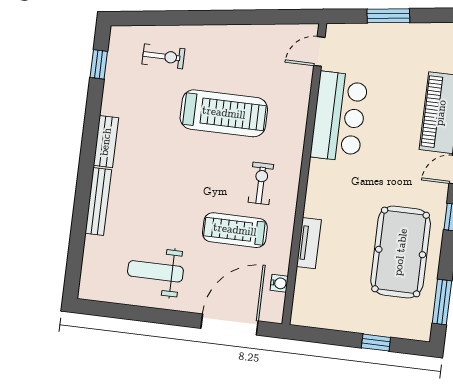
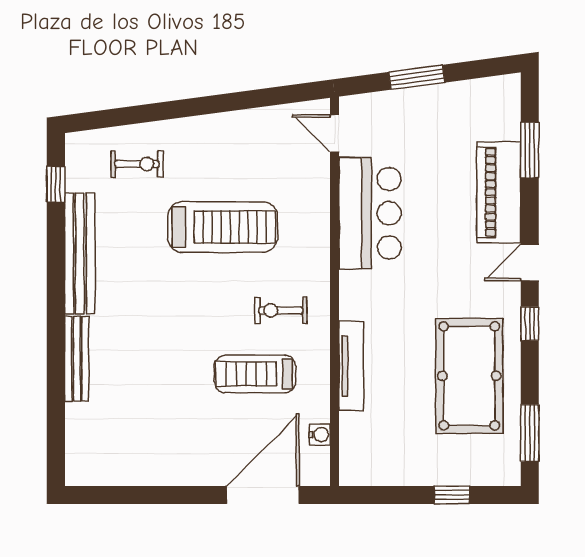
door: (319, 51) -> (335, 133), hinge flipped
bench: (106, 142) -> (80, 253), width x1.86, depth x1.21
exercise bike: (261, 183) -> (281, 310), turned -90
tv unit: (309, 243) -> (351, 366), width x1.41
weight bench: (155, 271) -> (160, 439), removed

